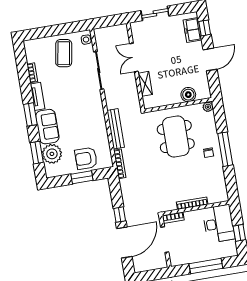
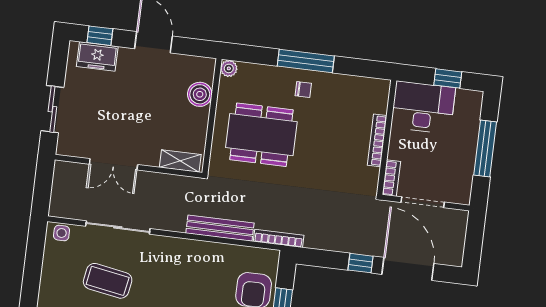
coffee table: (64, 53) -> (108, 281), moved
shelving: (145, 84) -> (180, 161), moved

